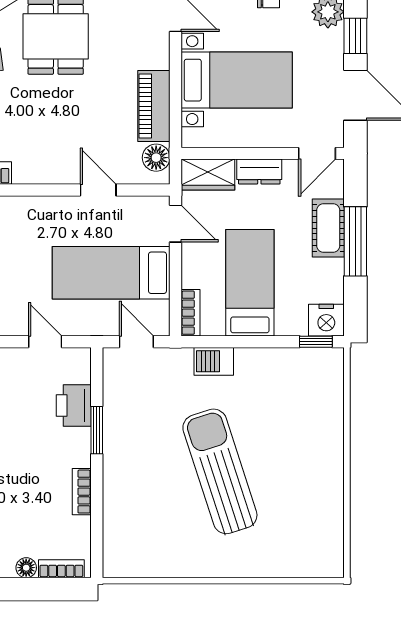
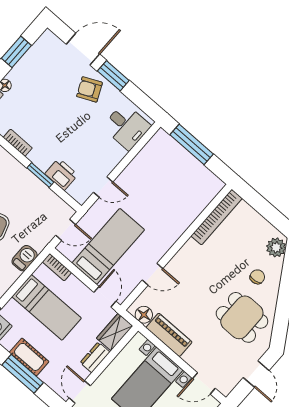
door: (175, 224) -> (105, 297), swing flipped
cot: (328, 228) -> (29, 357), moved

